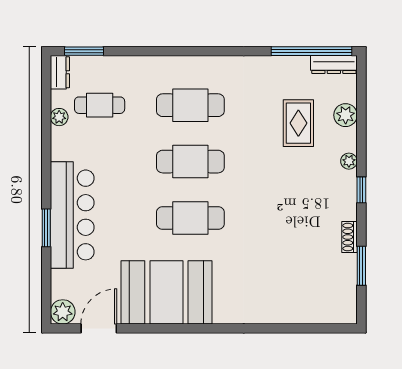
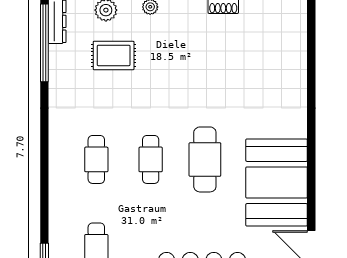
cafe table: (190, 105) -> (96, 159), width x0.73, depth x0.74
cafe table: (190, 162) -> (151, 159), width x0.73, depth x0.74

